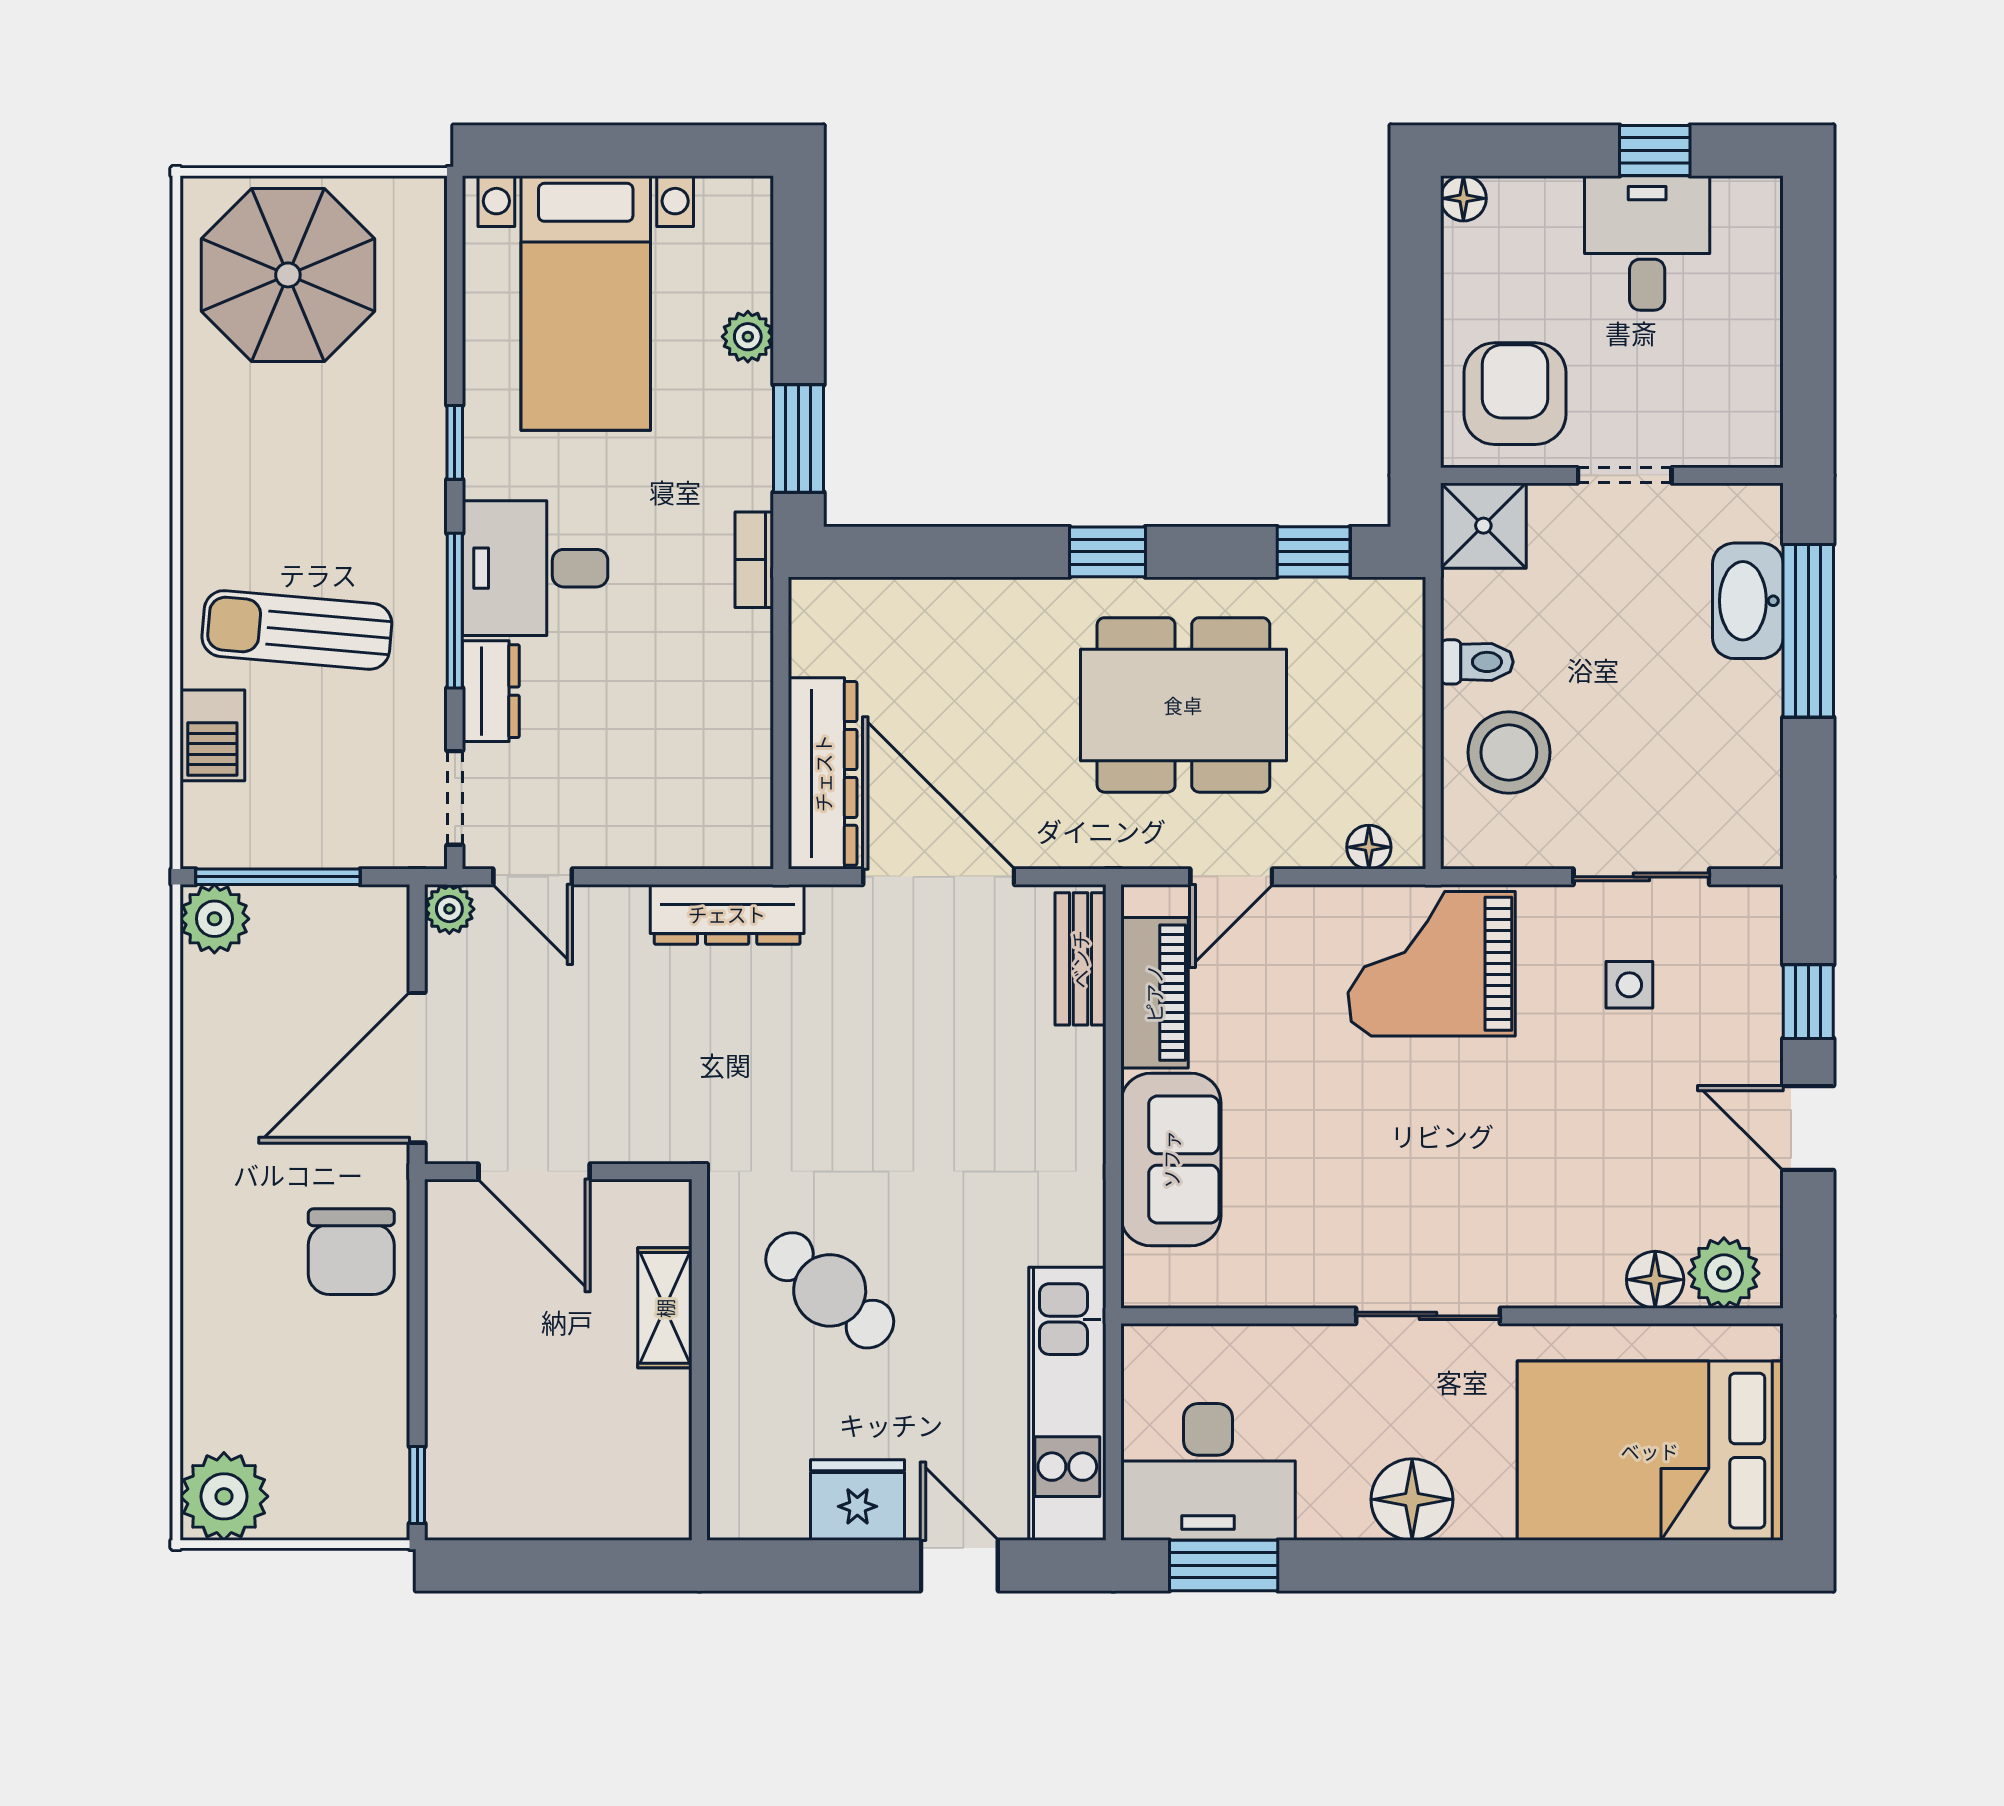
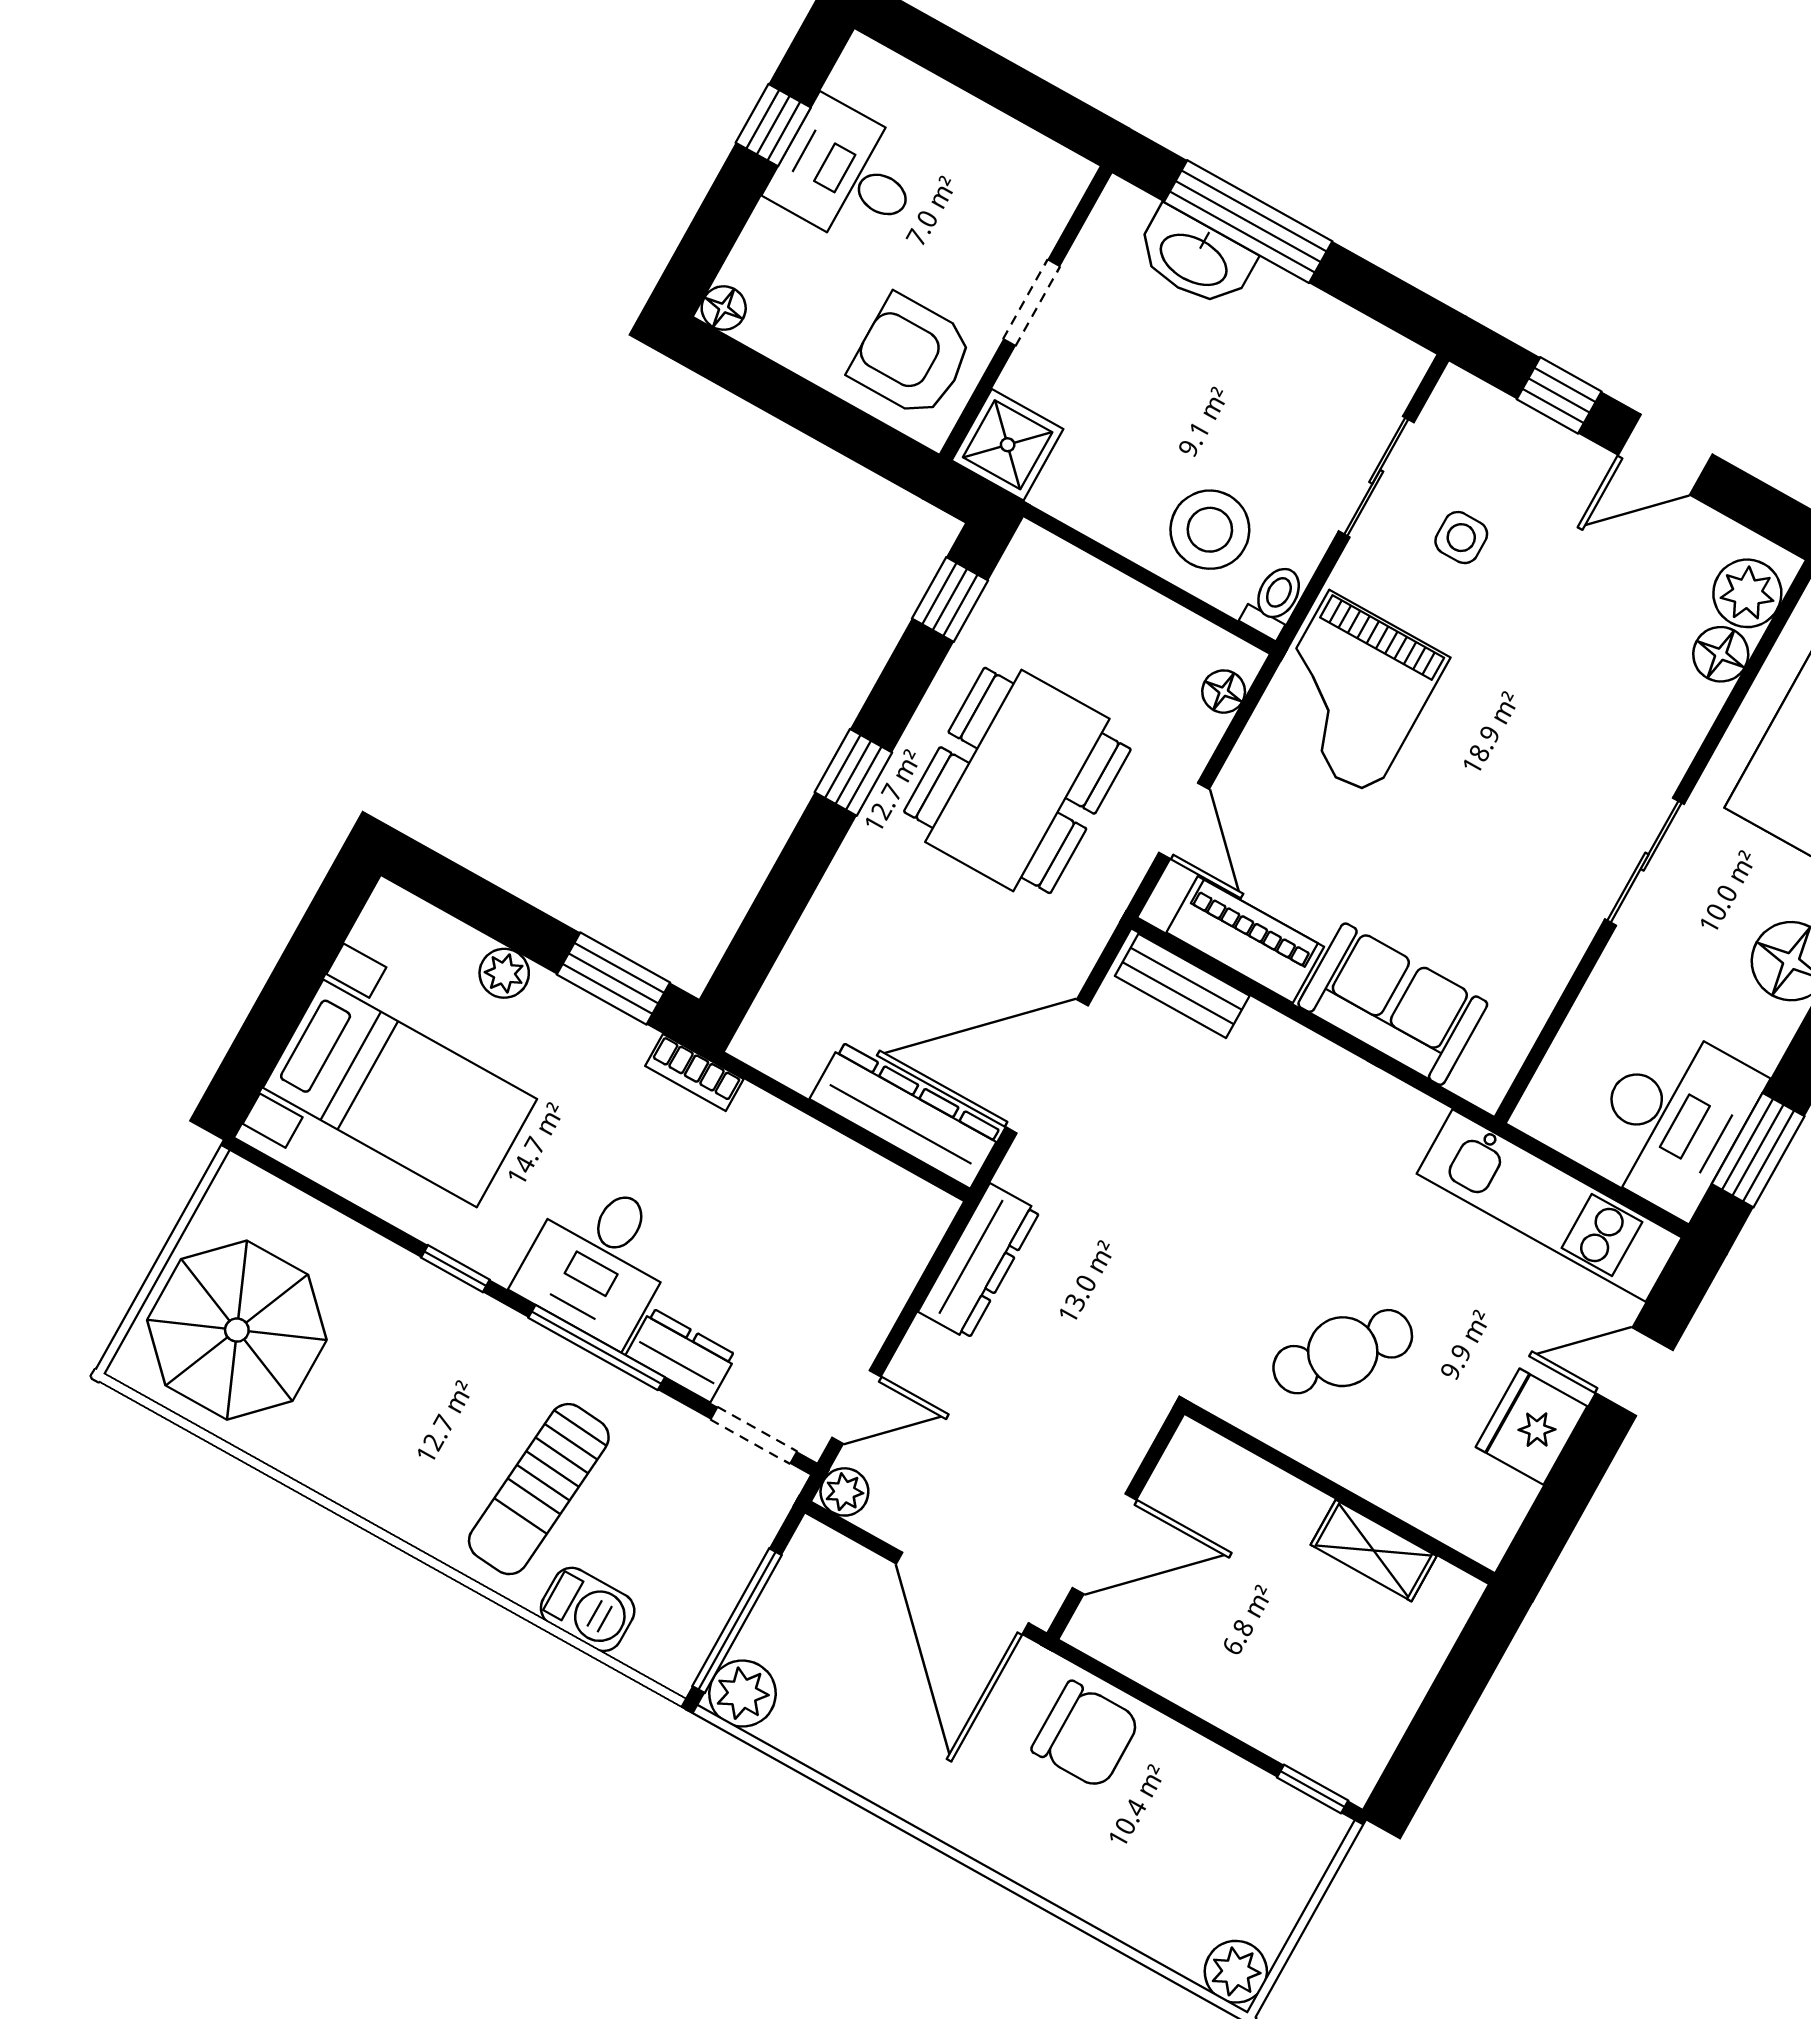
toilet: (1477, 662) -> (1274, 601), moved
shelving: (665, 1308) -> (1374, 1550), moved
plant: (224, 1496) -> (1236, 1972), width x0.73, depth x0.73

